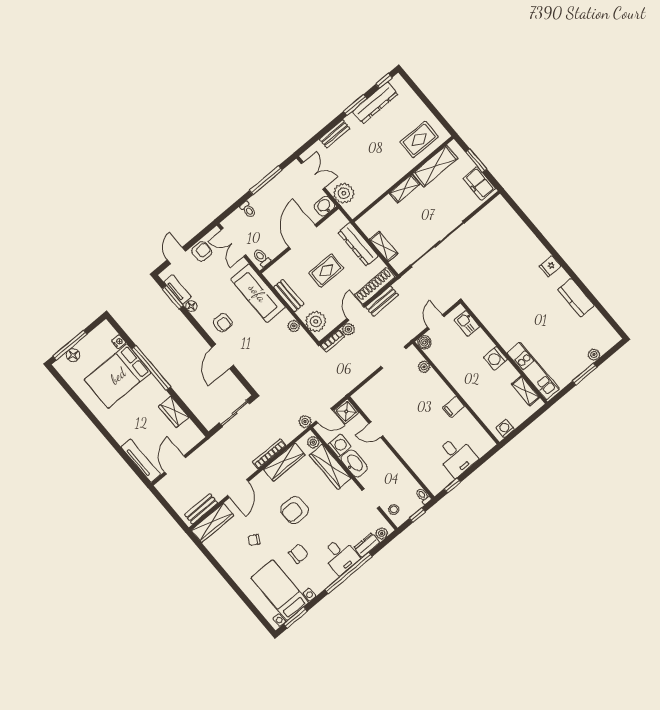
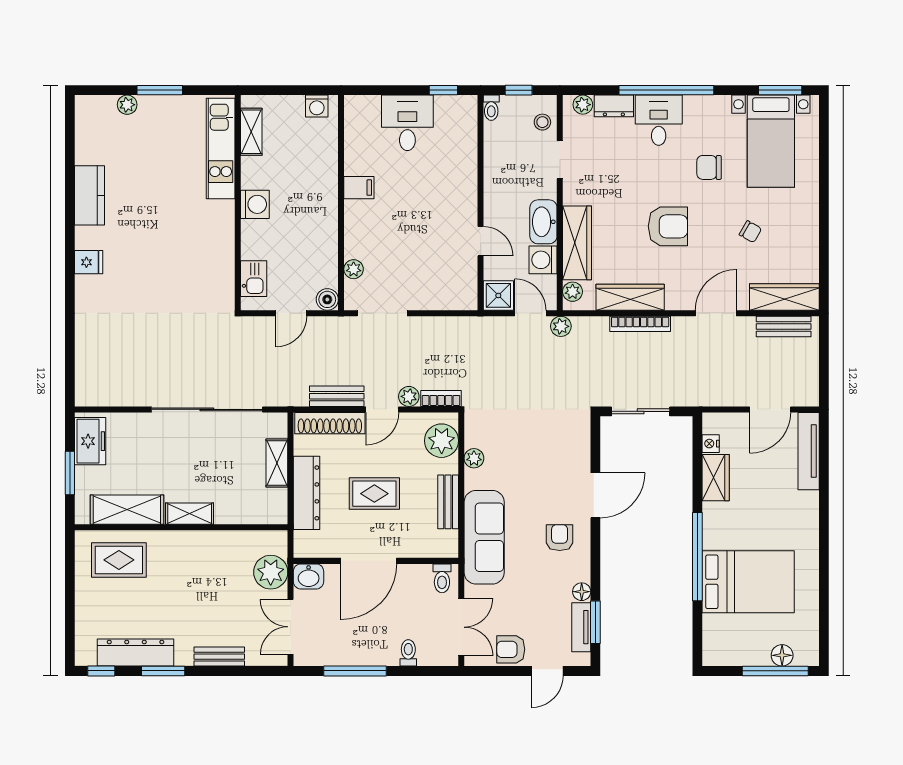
nightstand: (119, 342) -> (711, 444), moved

